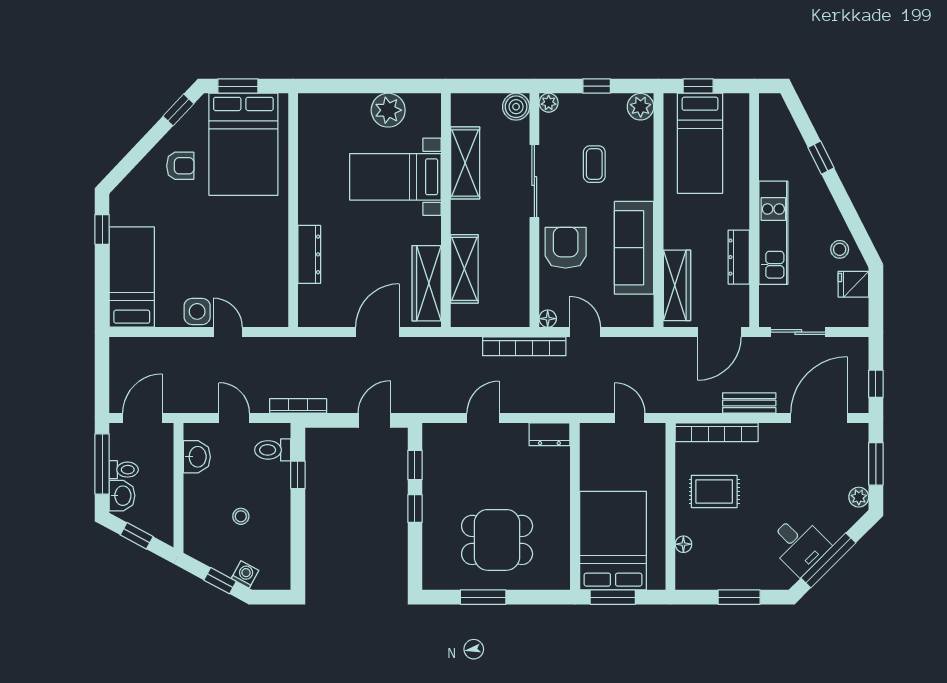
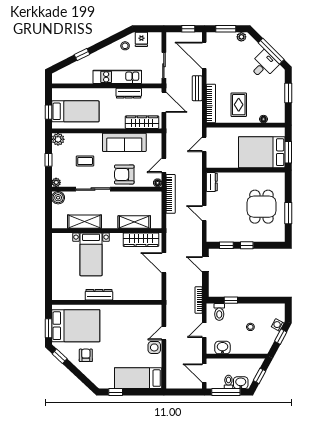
plant: (388, 110) -> (60, 258), removed
dresser: (309, 254) -> (99, 295), moved

